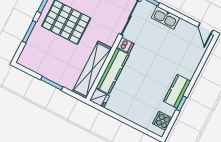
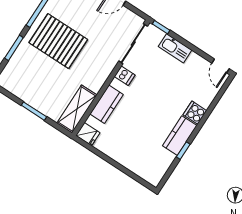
shelving: (92, 70) -> (77, 109), width x0.68
kitchen counter: (113, 71) -> (107, 104), width x0.67
cooker: (162, 121) -> (195, 113), moved

